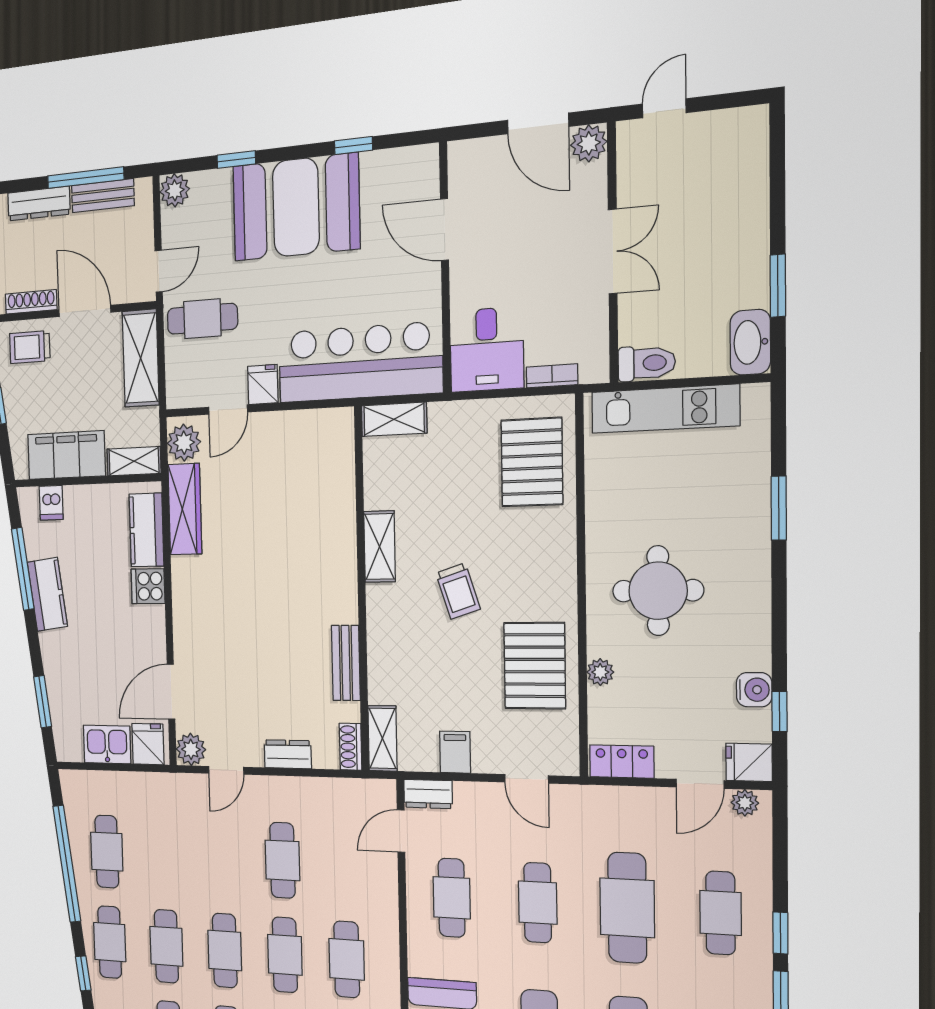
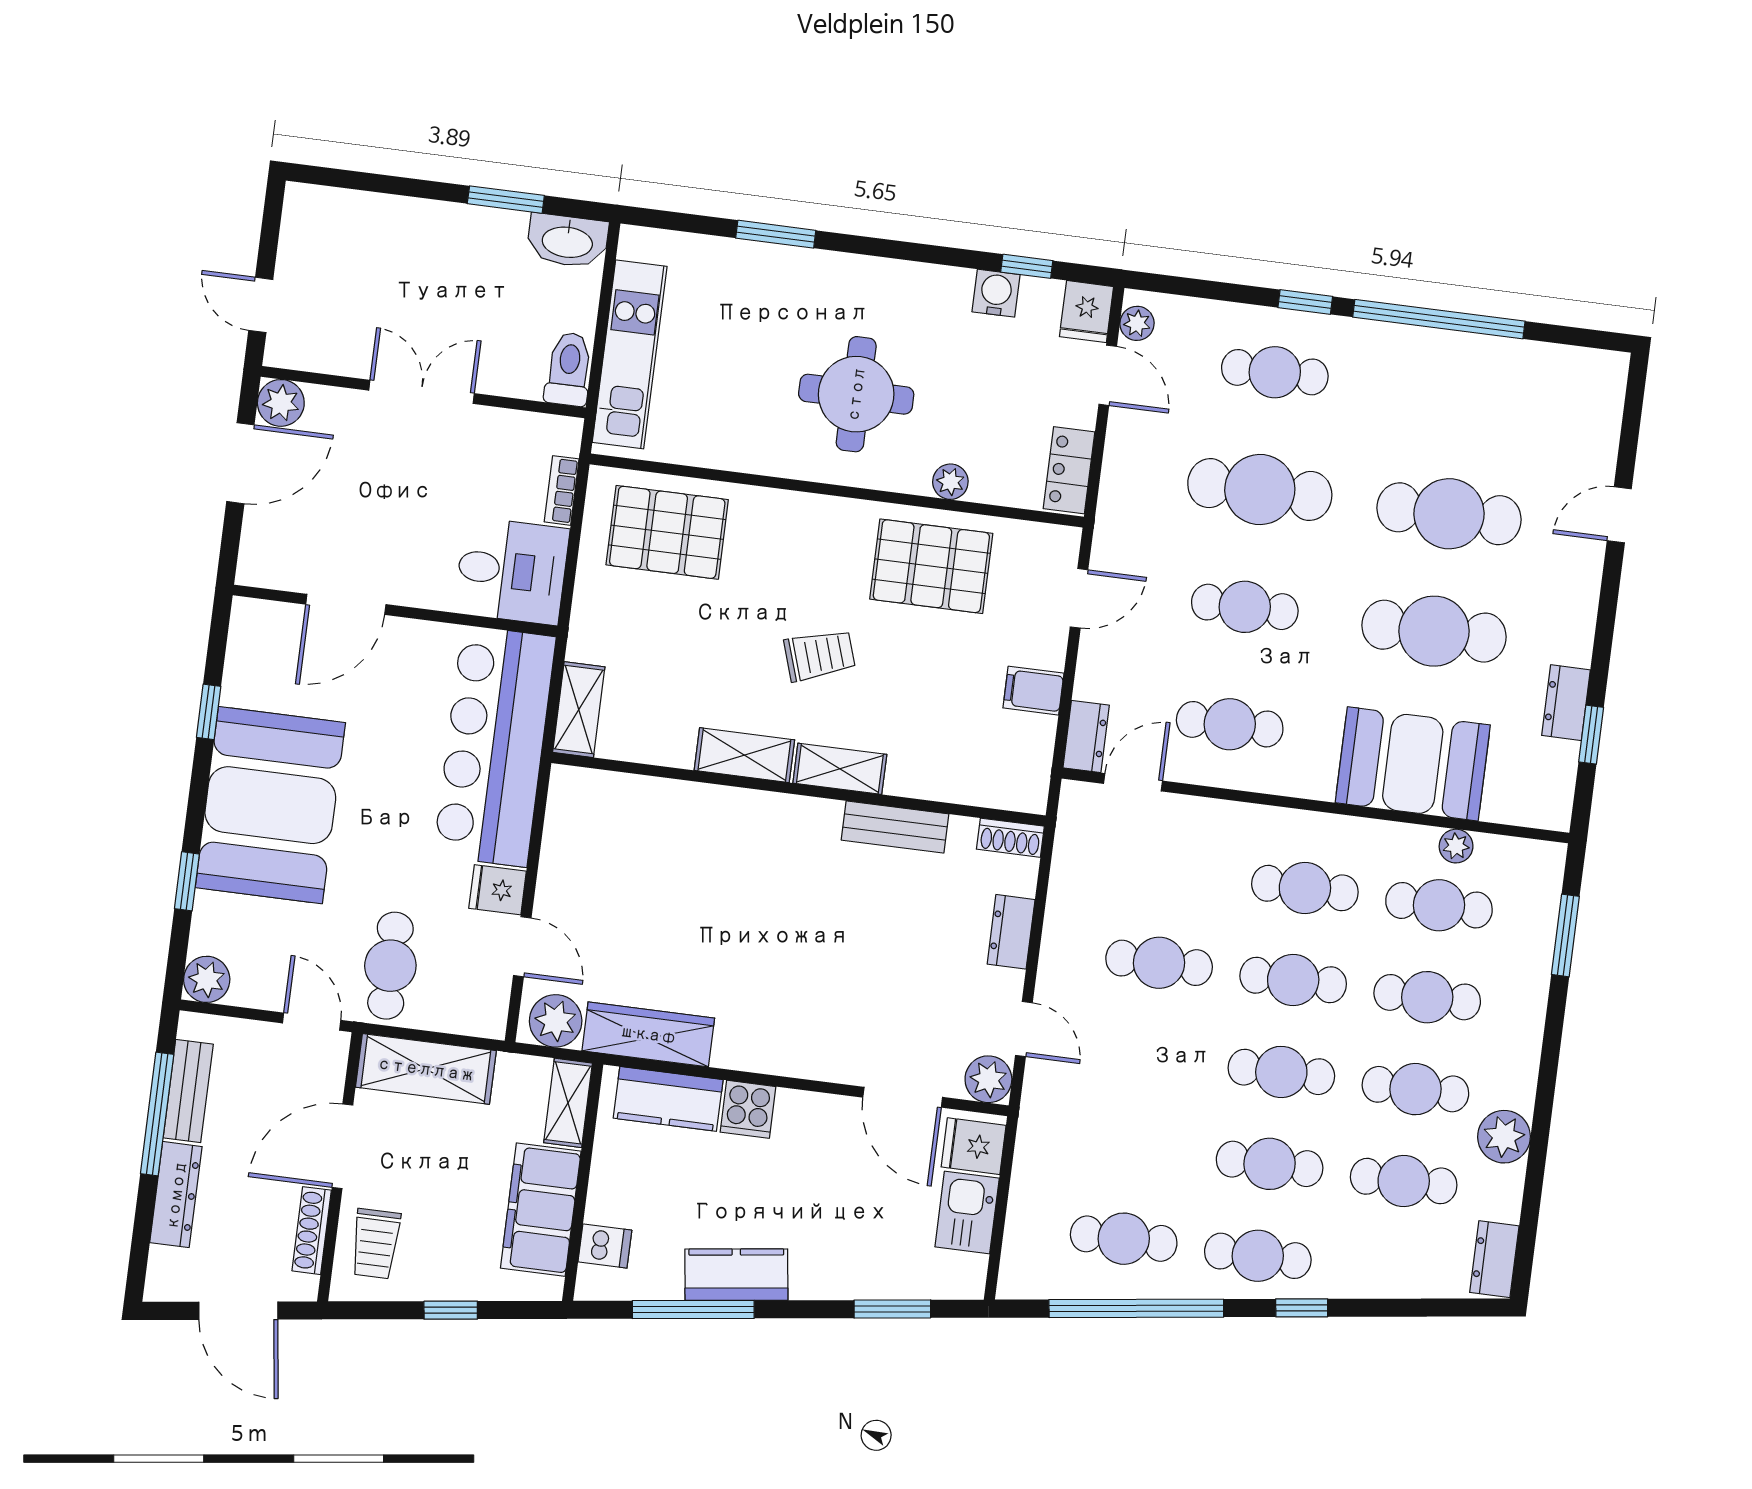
shelving: (383, 738) -> (840, 769), moved
door: (401, 831) -> (1133, 782), swing flipped

